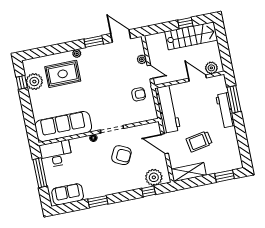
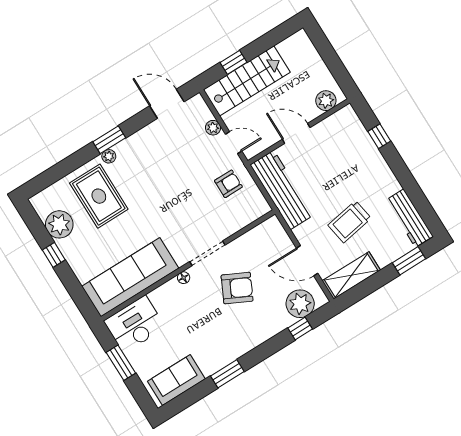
window: (185, 23) -> (233, 62), moved
stairs: (191, 36) -> (247, 81), moved
window: (94, 42) -> (109, 140), moved
rug: (63, 74) -> (99, 196), turned 90
door: (197, 78) -> (296, 133), moved
window: (22, 82) -> (54, 255), moved
window: (234, 99) -> (379, 136), width x0.46
workbench: (225, 110) -> (409, 218), moved
door: (165, 144) -> (307, 261), moved
window: (40, 173) -> (121, 363), width x0.69

